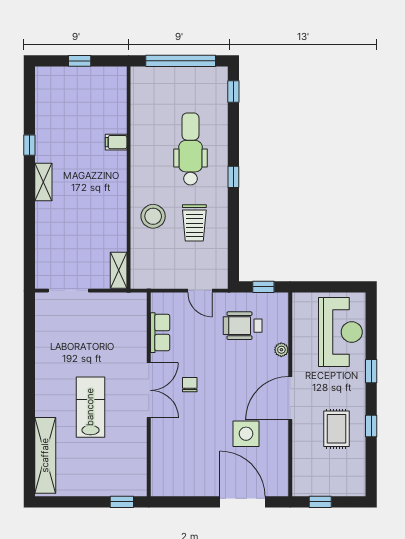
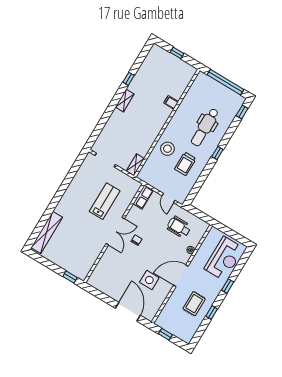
dental chair: (190, 149) -> (205, 127), turned 180
window: (263, 287) -> (200, 215), removed
row of seats: (160, 333) -> (143, 197), moved
lab bench: (90, 407) -> (105, 201), moved

